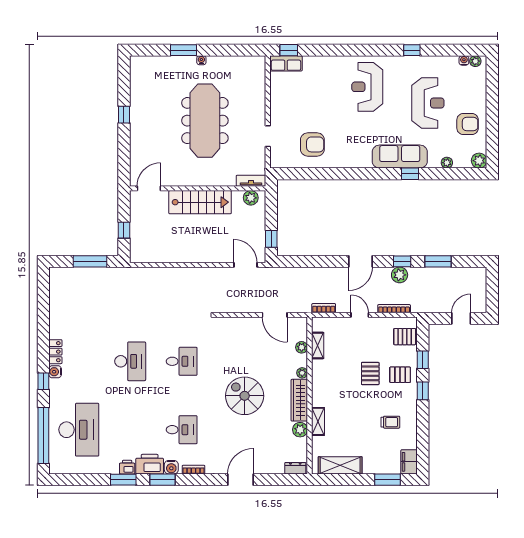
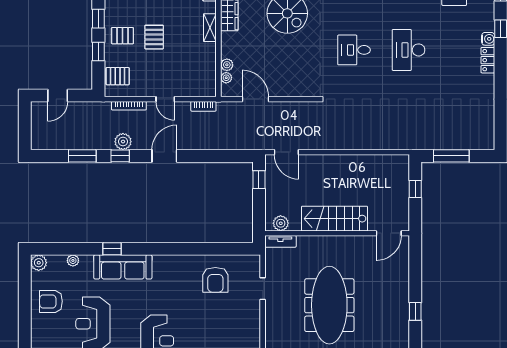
armchair: (312, 144) -> (215, 280), turned -90
shelving: (318, 345) -> (210, 28), moved
plant: (302, 373) -> (226, 78), moved

